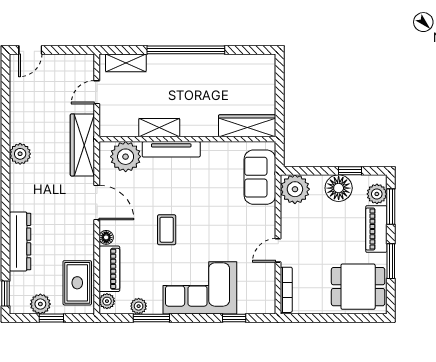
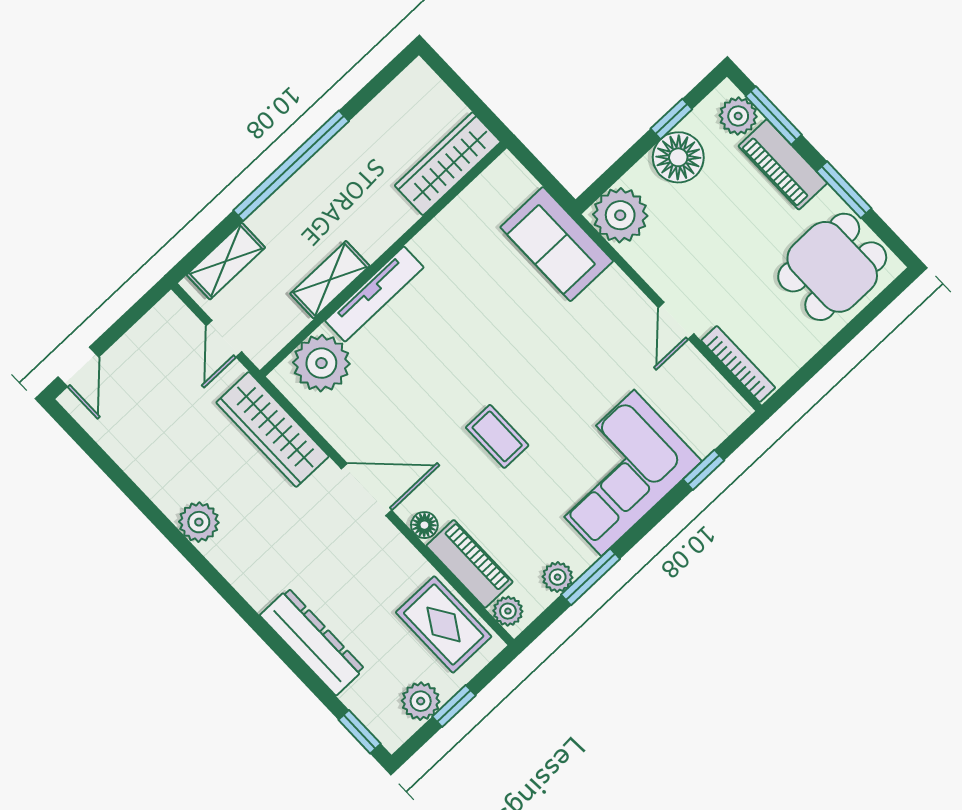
wardrobe: (247, 126) -> (448, 164), moved
shelving: (159, 128) -> (330, 280), moved
wall: (187, 139) -> (383, 259), moved
tv unit: (171, 149) -> (374, 294), moved
plant: (126, 157) -> (321, 363), moved

